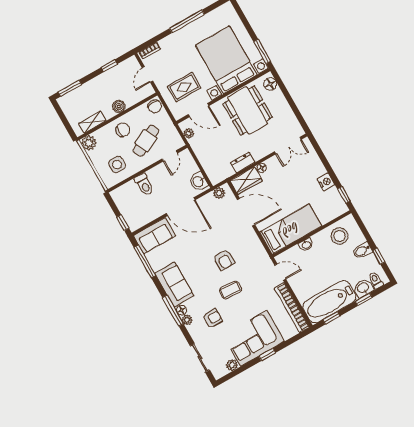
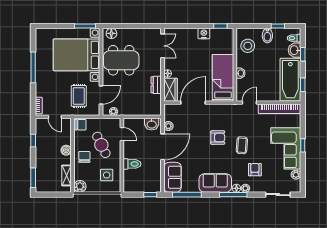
plant: (219, 193) -> (168, 126), moved

